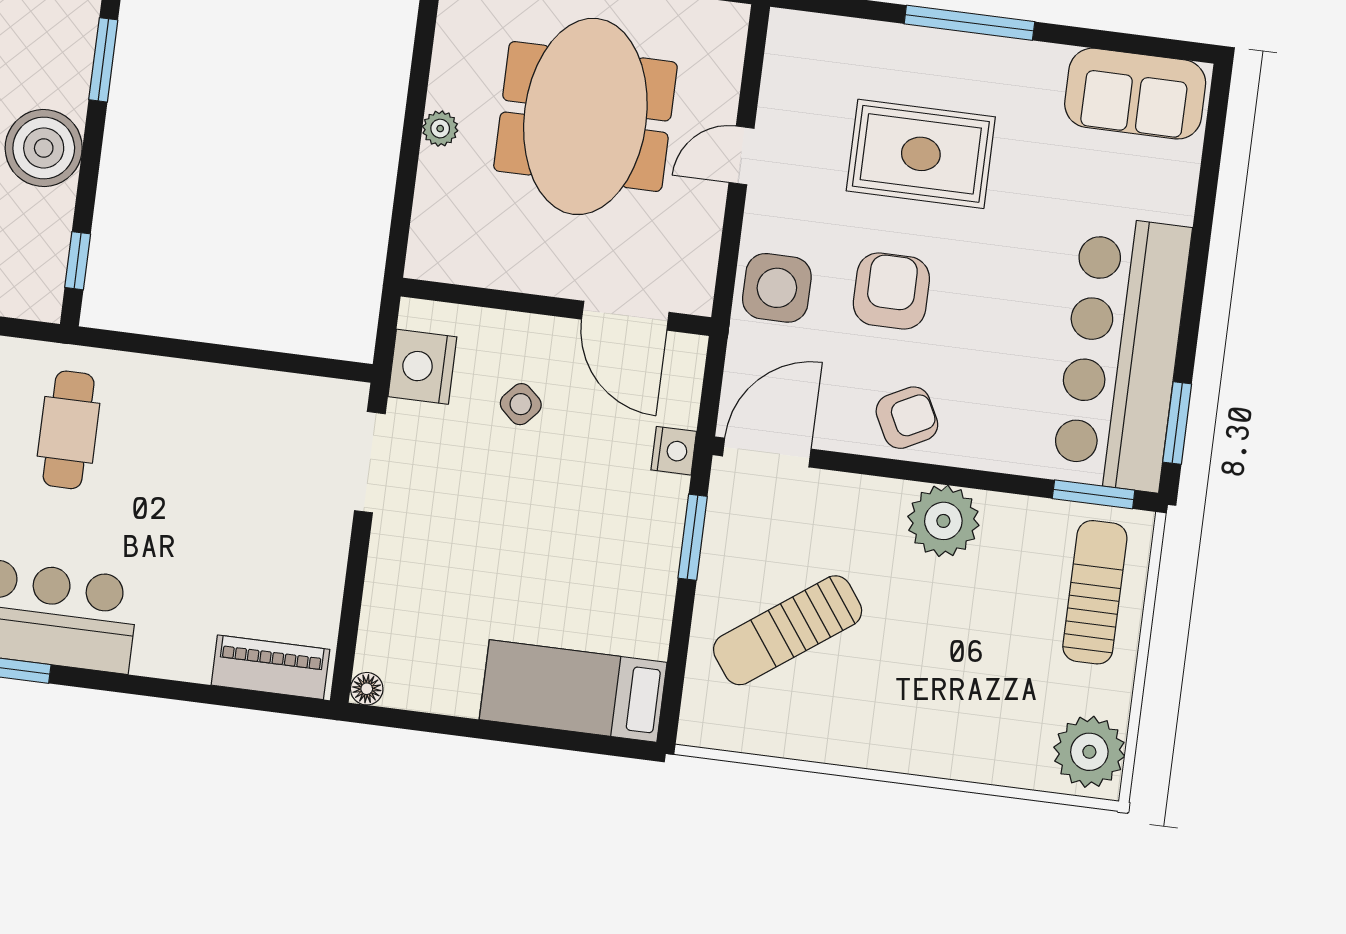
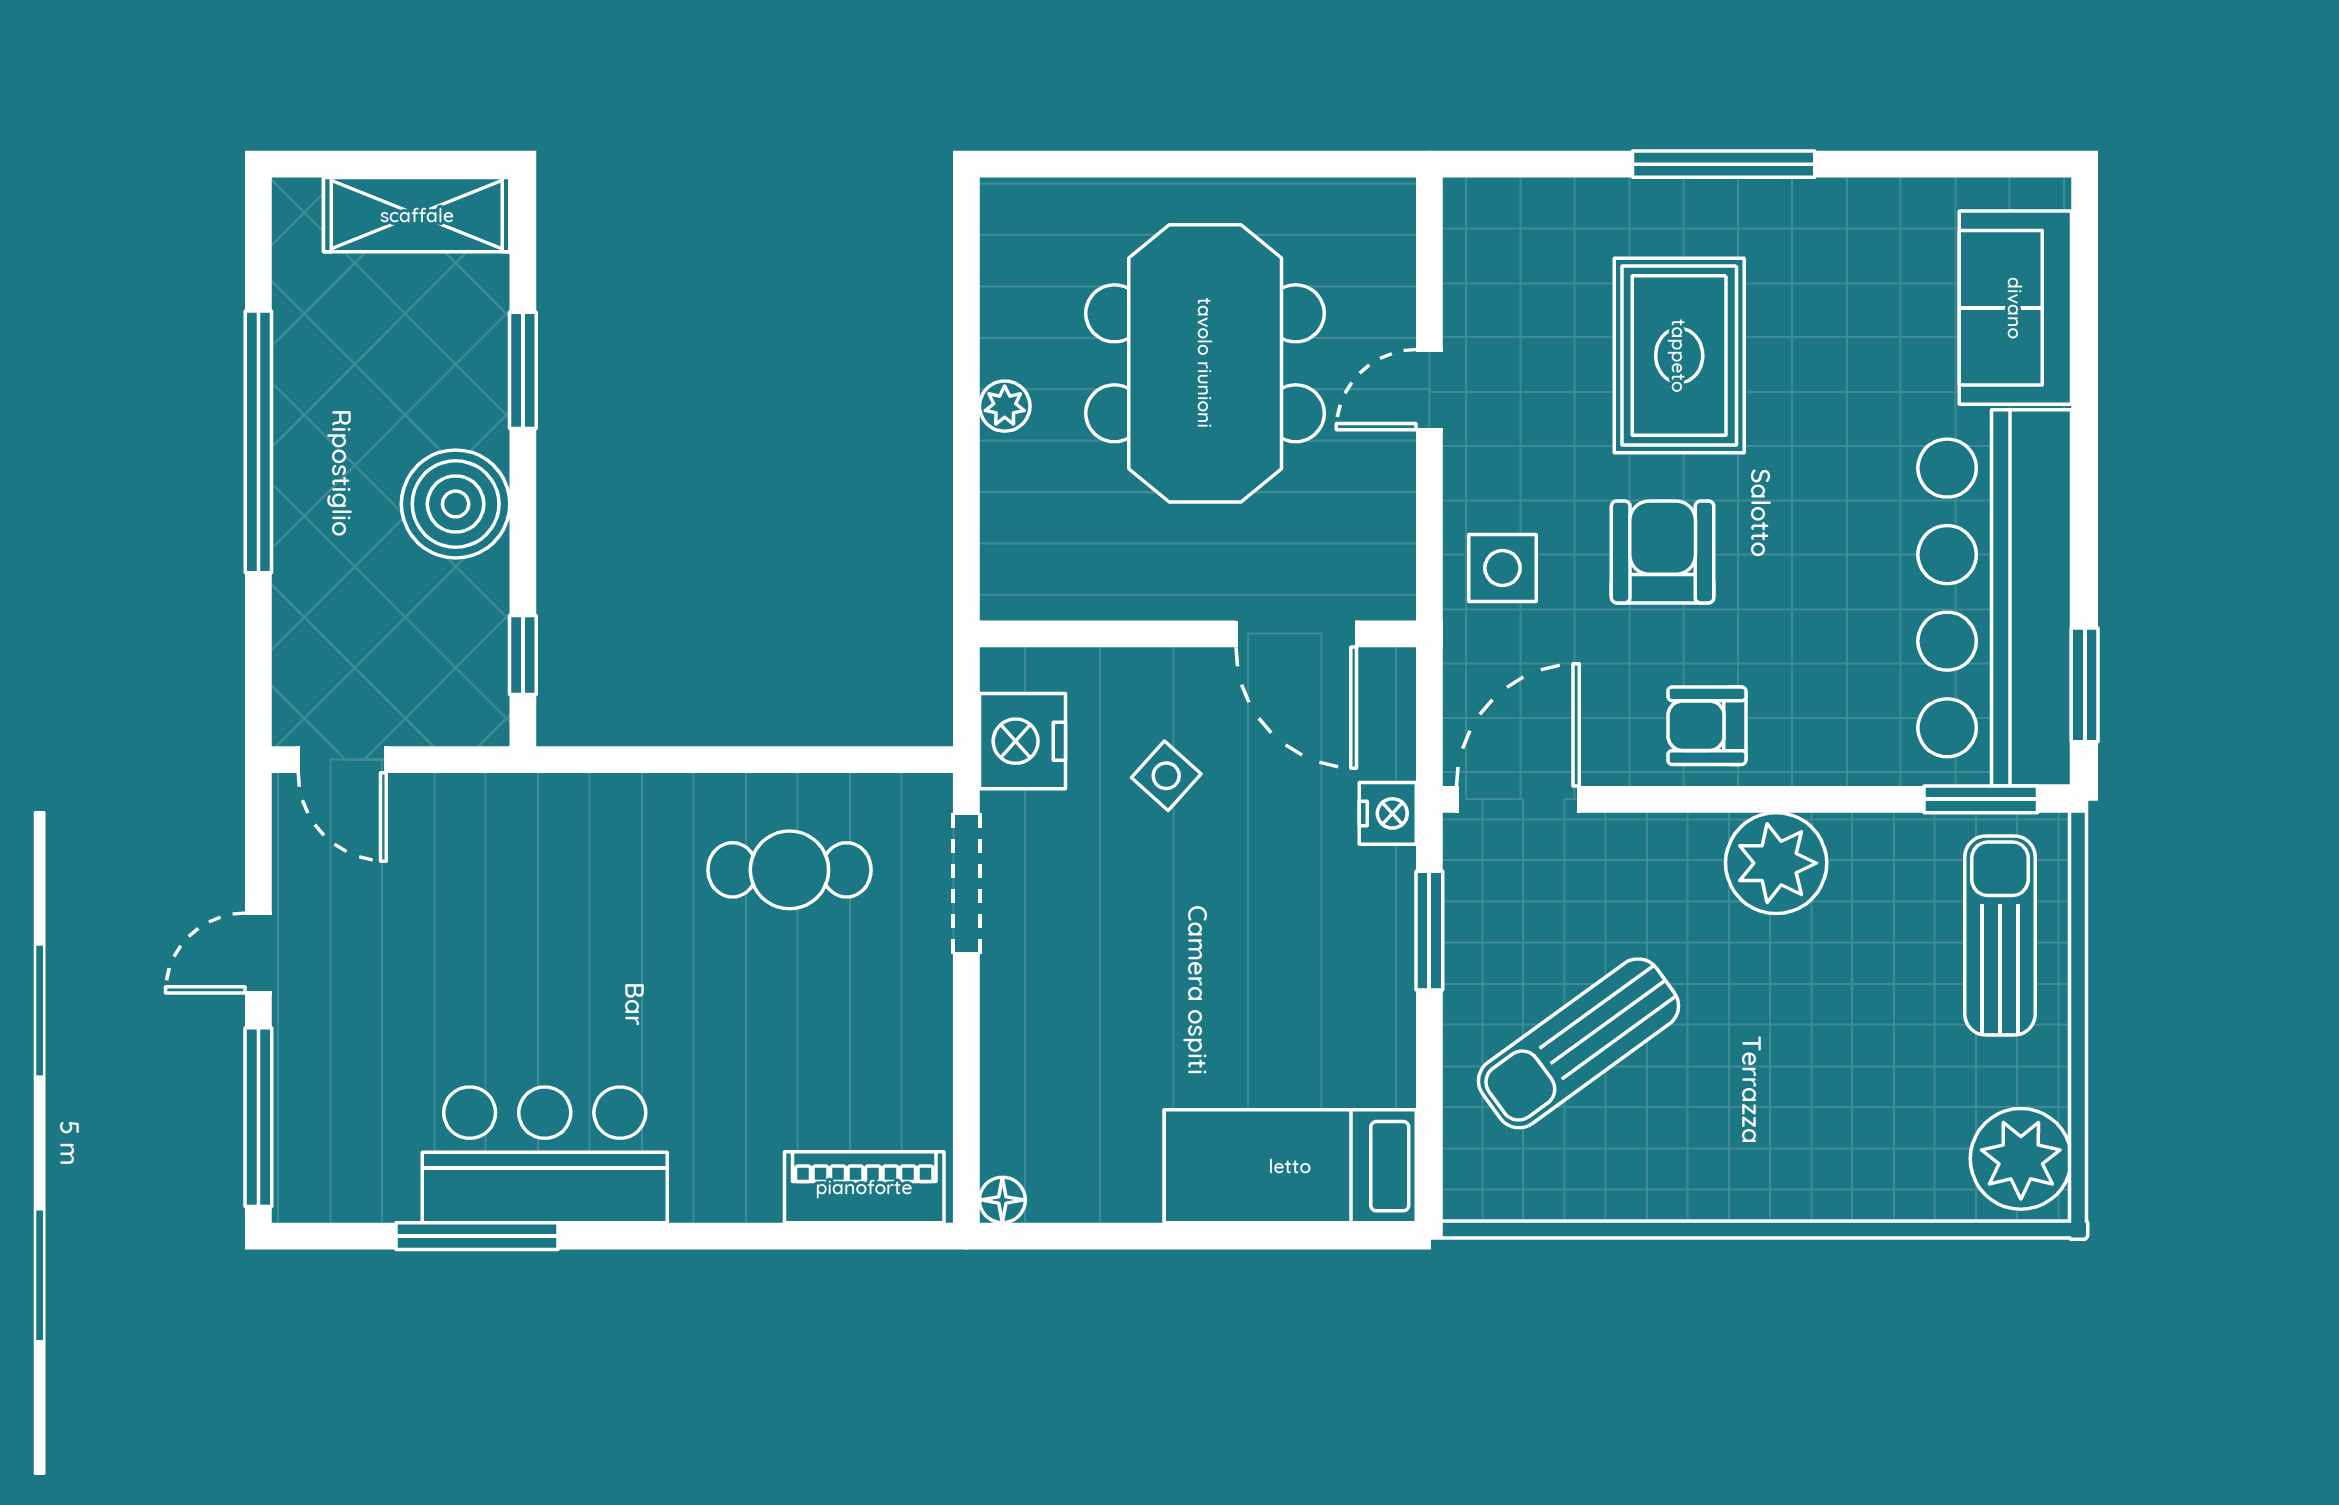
sofa: (1135, 94) -> (2015, 308), moved, turned 90
rug: (921, 154) -> (1679, 356), turned 90
side table: (777, 288) -> (1502, 568), width x0.73, depth x0.73
armchair: (907, 418) -> (1707, 726), turned -153
cafe table: (69, 430) -> (789, 870), moved, turned 90

